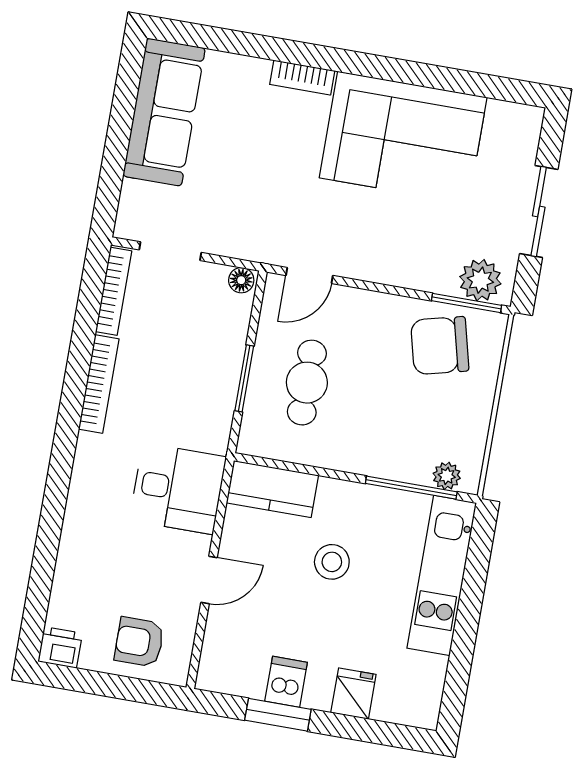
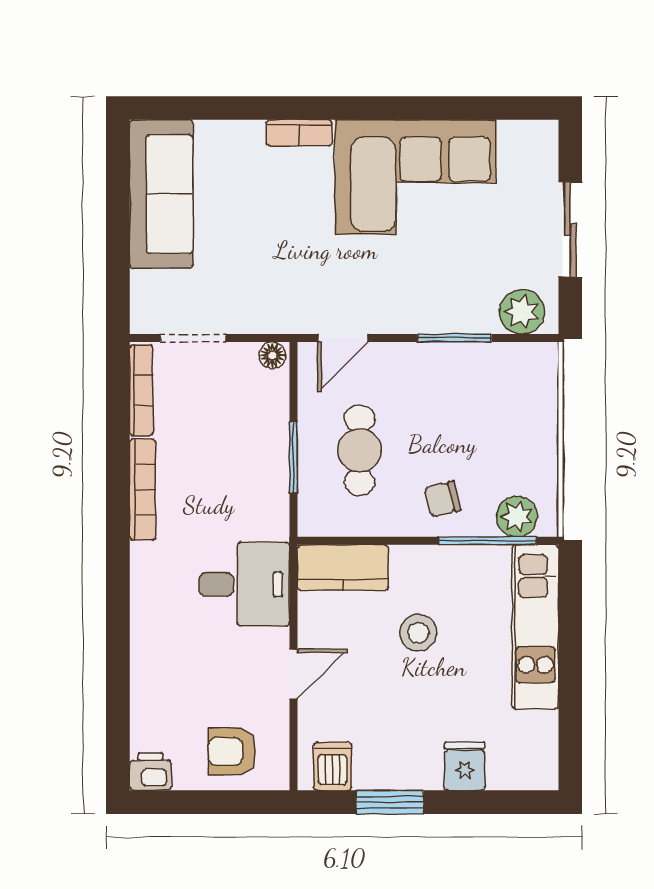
window: (467, 303) -> (455, 338), moved
chair: (440, 346) -> (442, 499), moved, width x0.54, depth x0.54
plant: (447, 476) -> (517, 517), width x1.38, depth x1.38
dishwasher: (286, 682) -> (332, 766), moved

